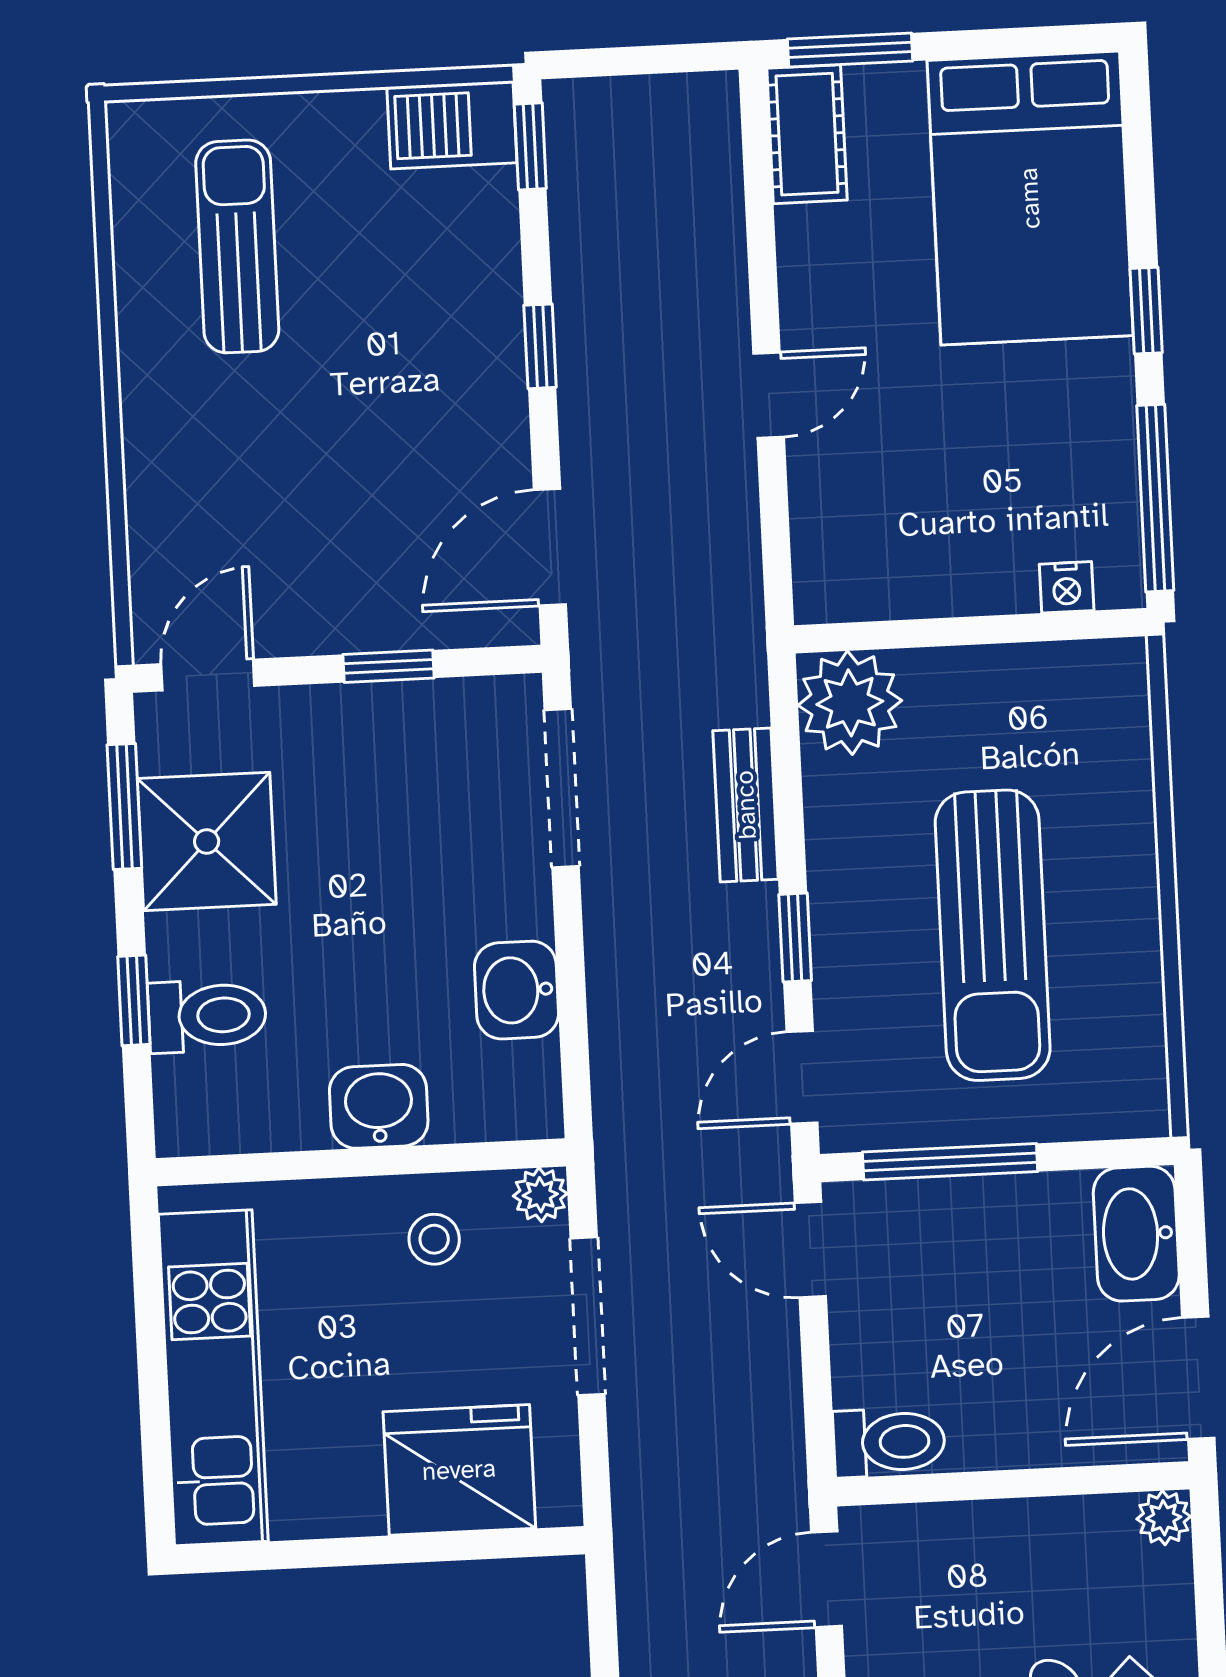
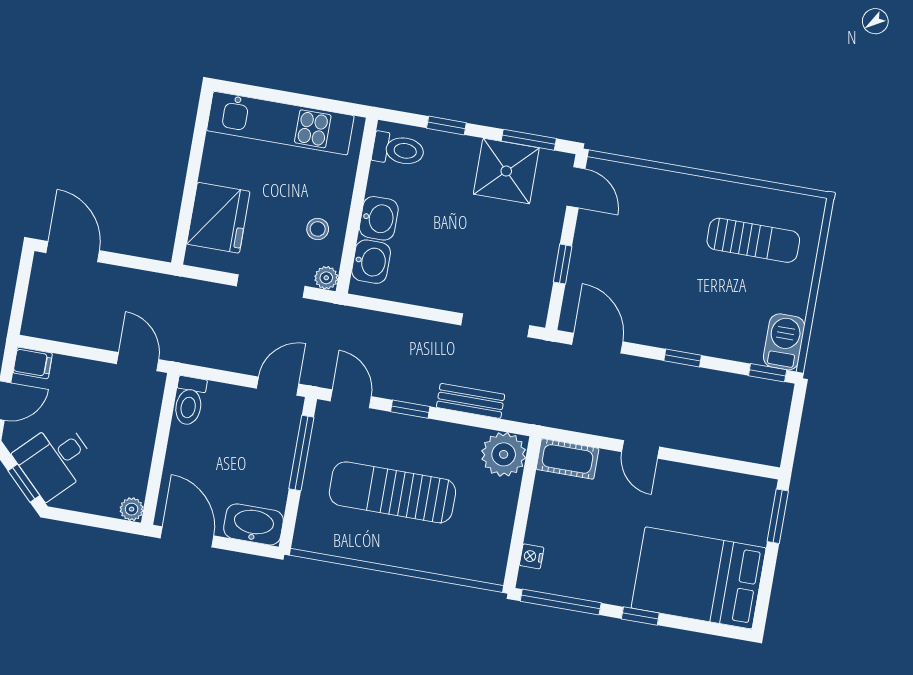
cot: (807, 134) -> (568, 459), moved
washbasin: (517, 990) -> (371, 262), moved, turned 90
toilet: (207, 1016) -> (398, 150), moved, turned -90

